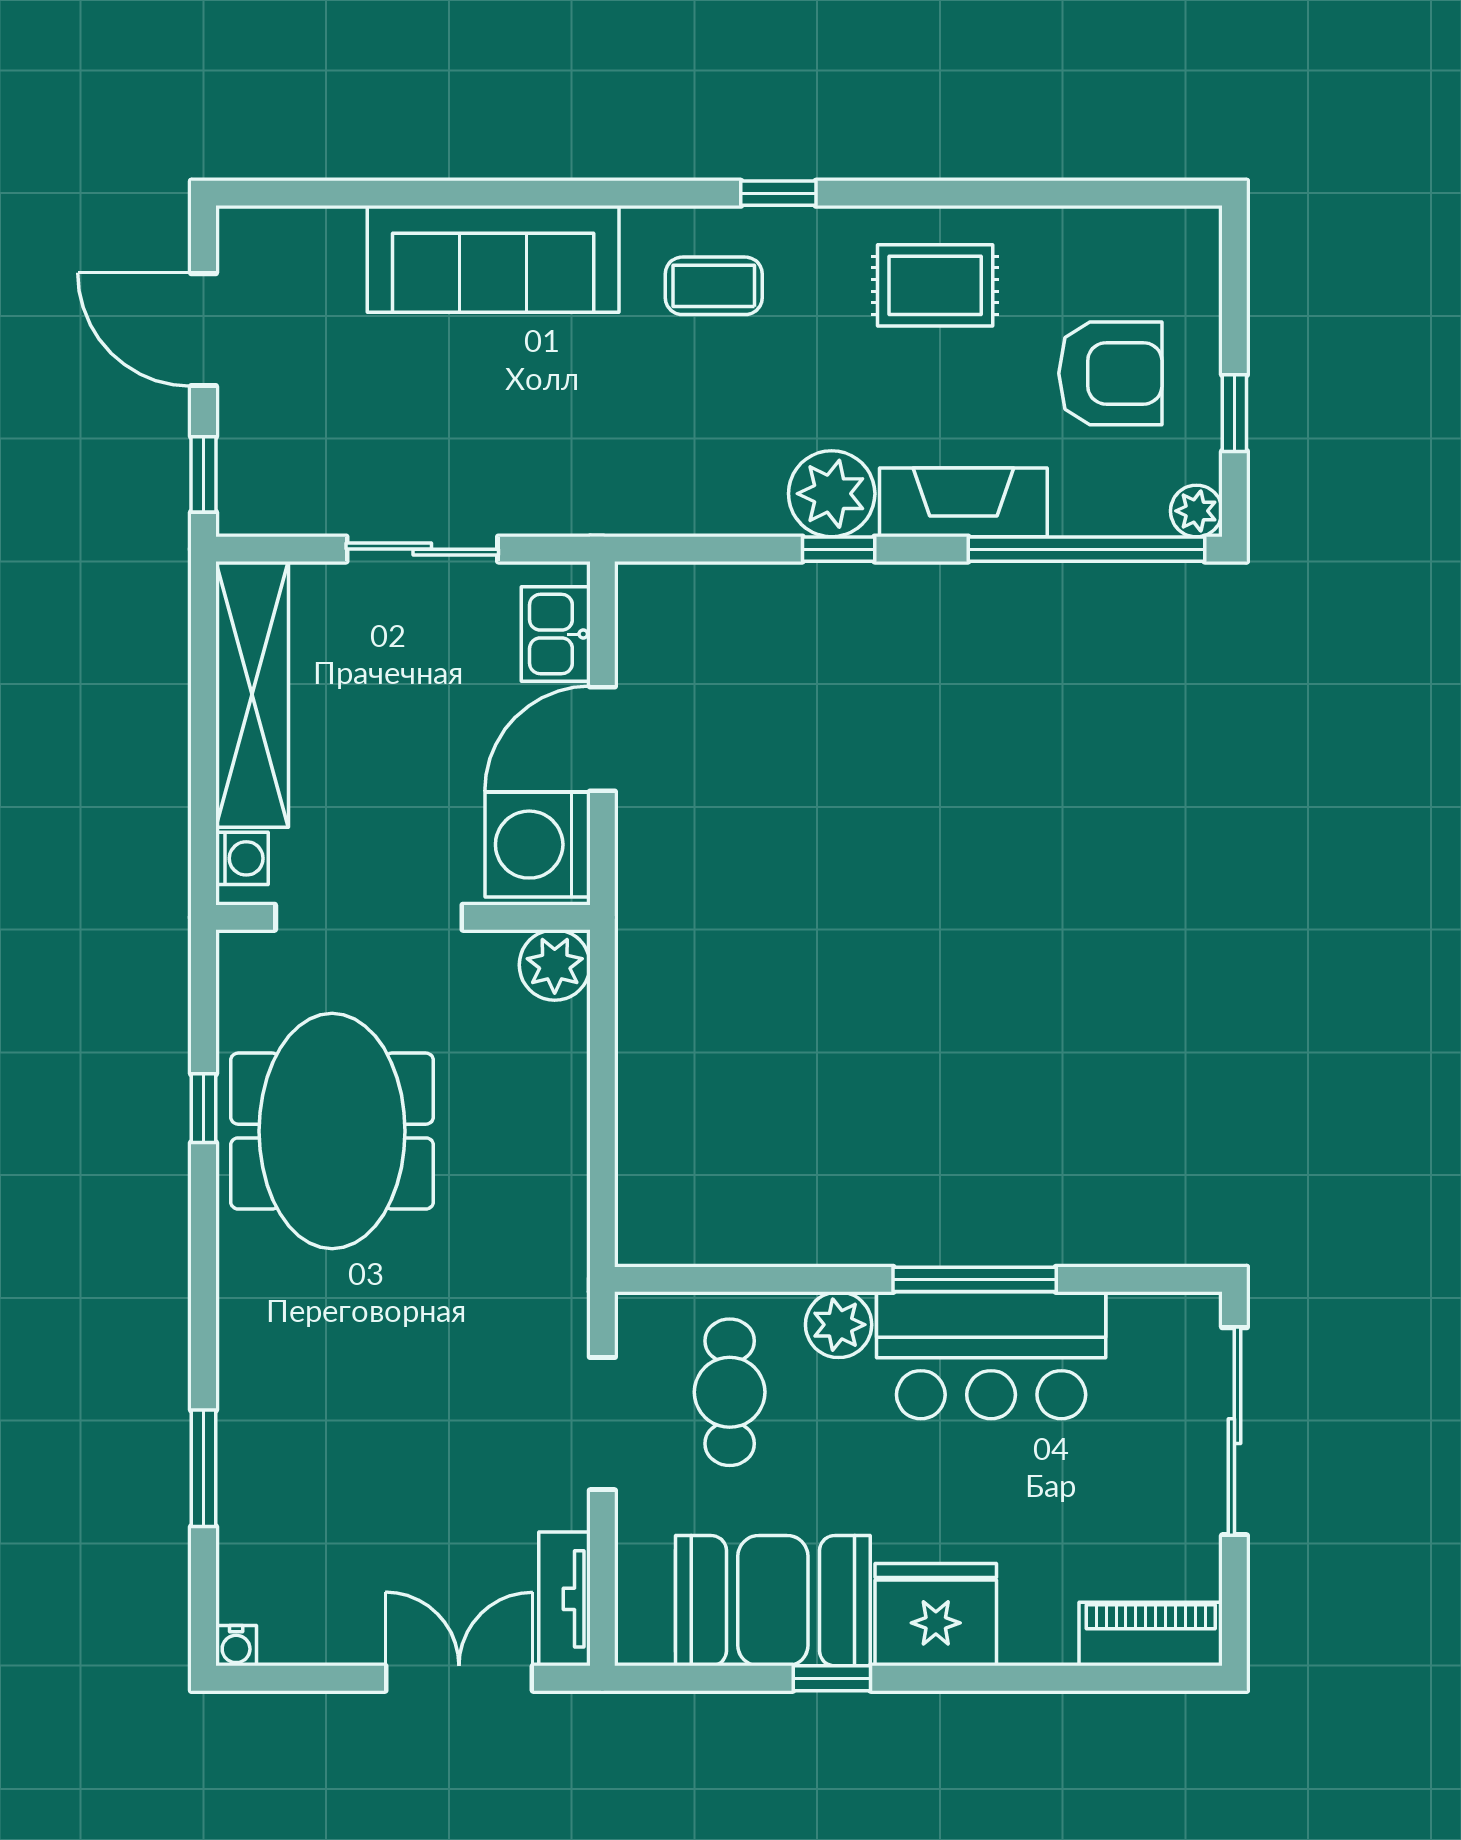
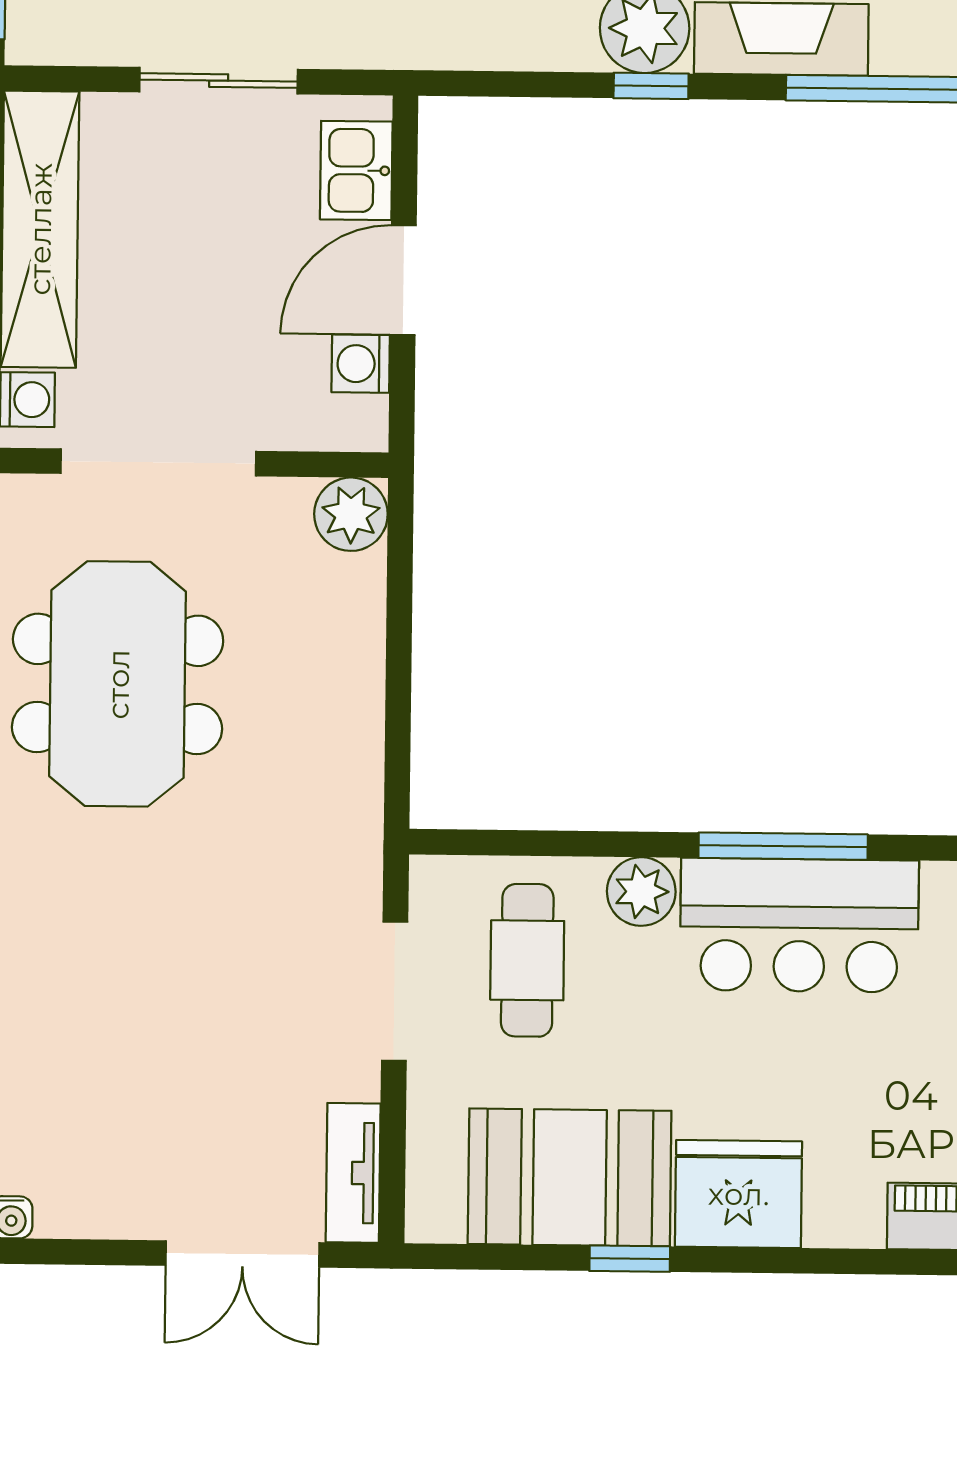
washing machine: (538, 845) -> (361, 364), width x0.53, depth x0.53
double door: (459, 1678) -> (243, 1254), swing flipped

